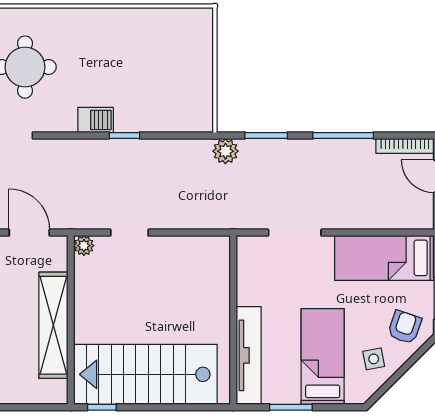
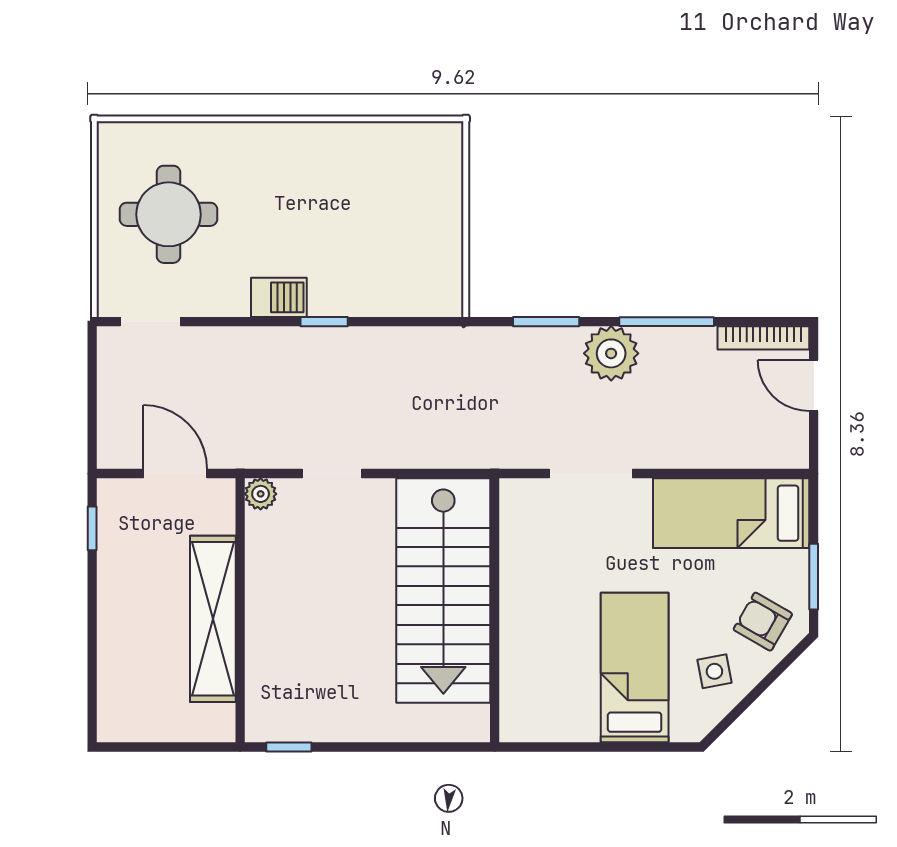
plant: (225, 151) -> (611, 353), moved, width x1.36, depth x1.36
armchair: (405, 327) -> (763, 622), turned -79
tv unit: (249, 355) -> (519, 666), removed
stairs: (145, 374) -> (443, 590), moved, turned -90
window: (291, 407) -> (585, 747), removed

